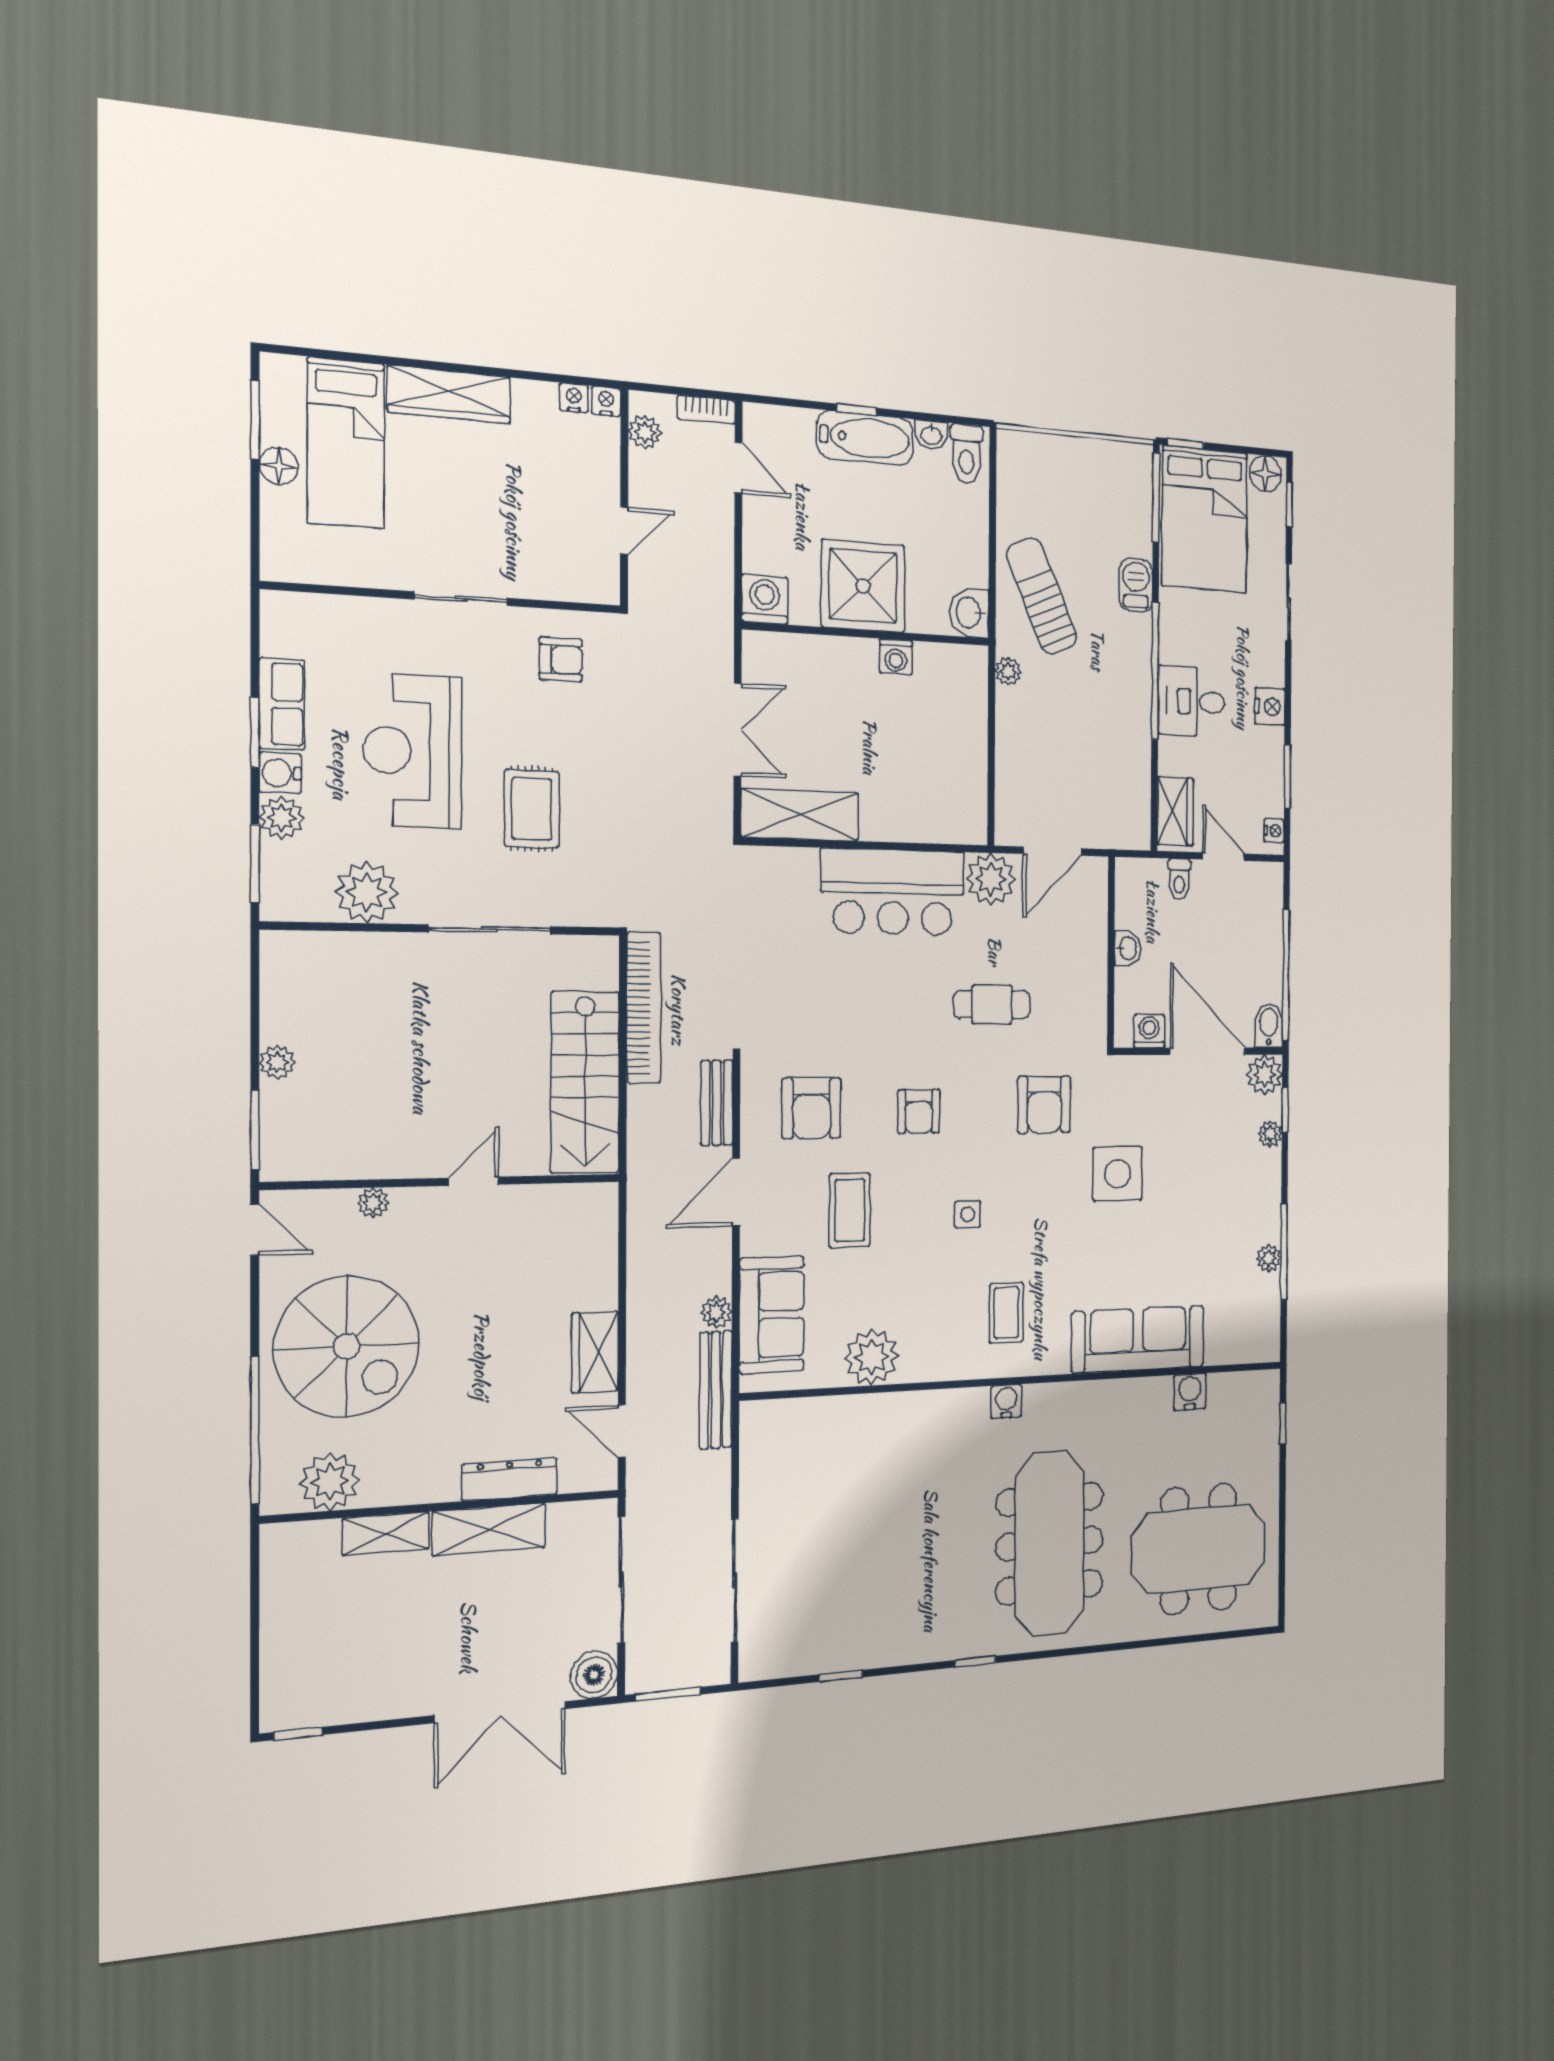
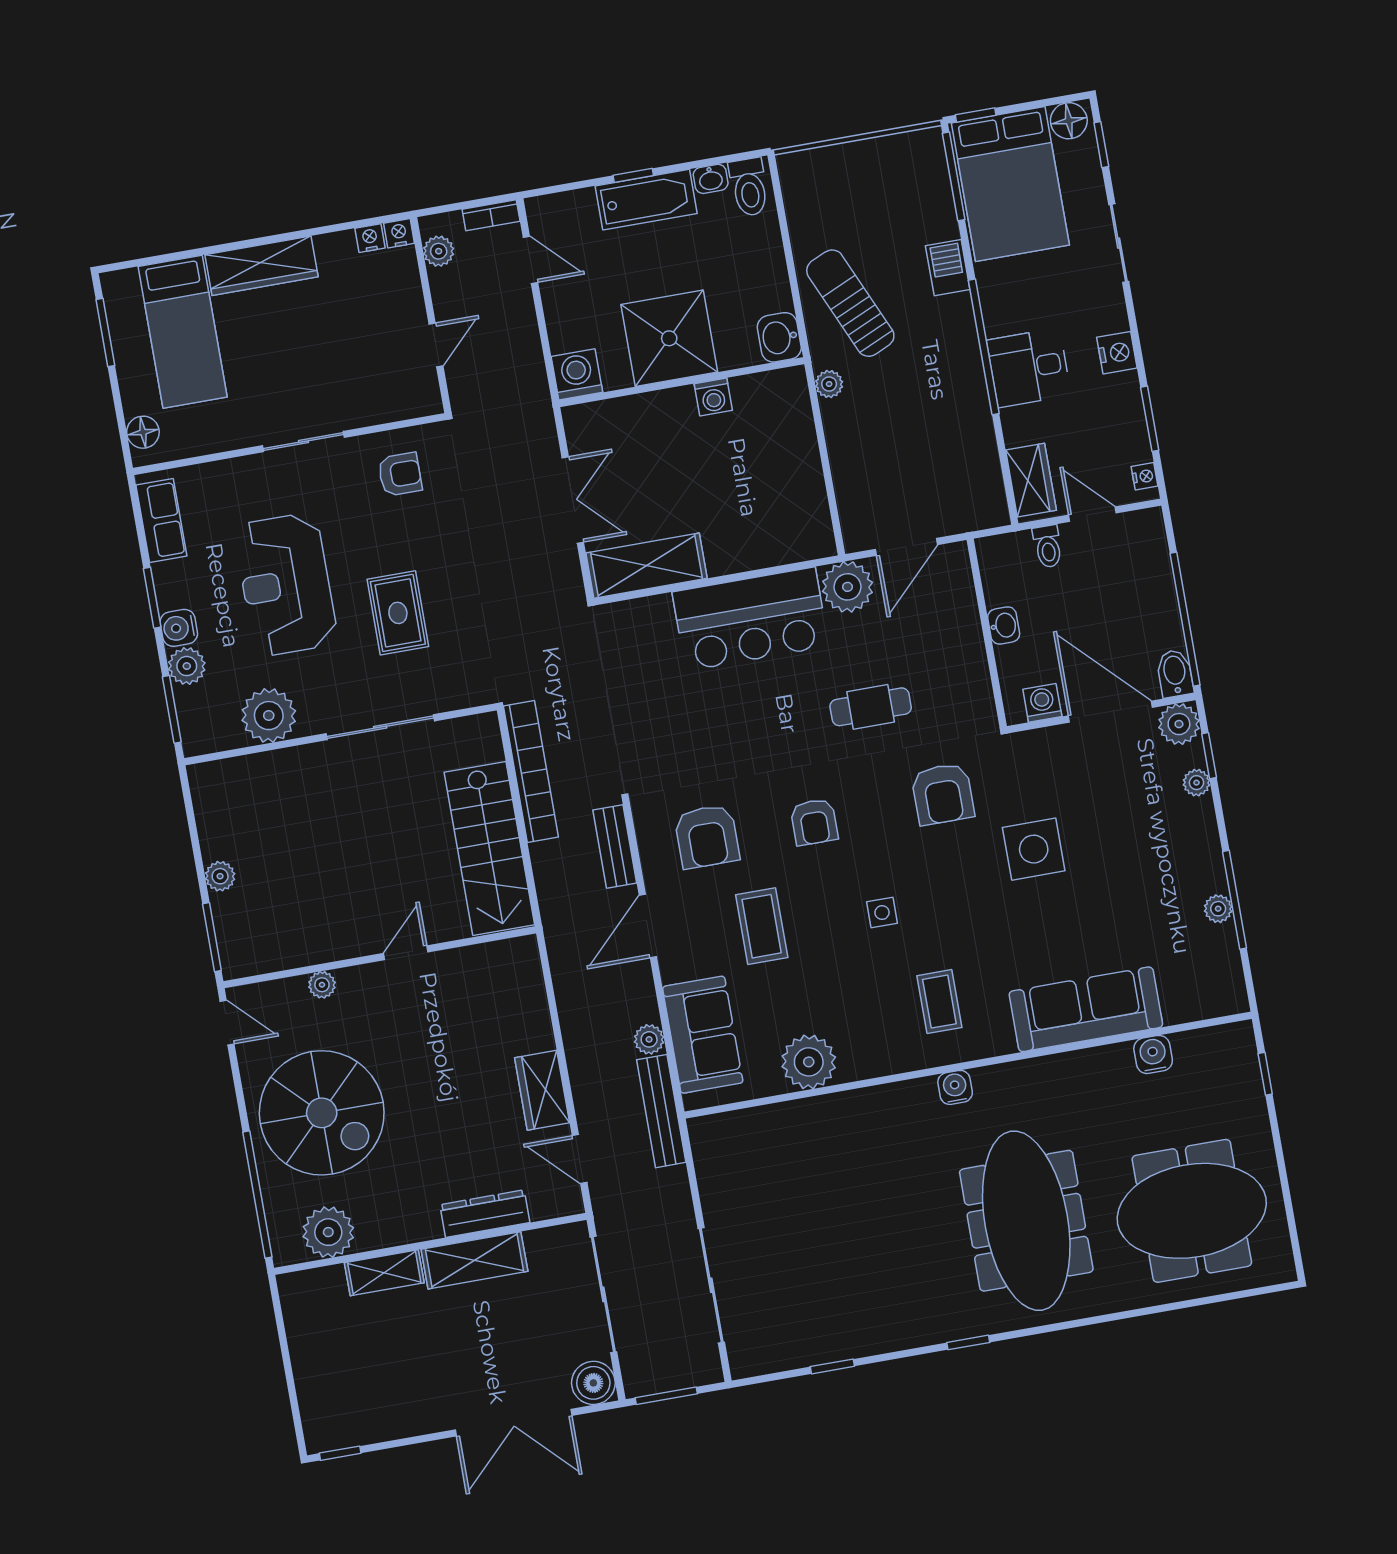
floor lamp: (279, 466) -> (143, 432), moved
row of seats: (282, 704) -> (161, 521), moved

